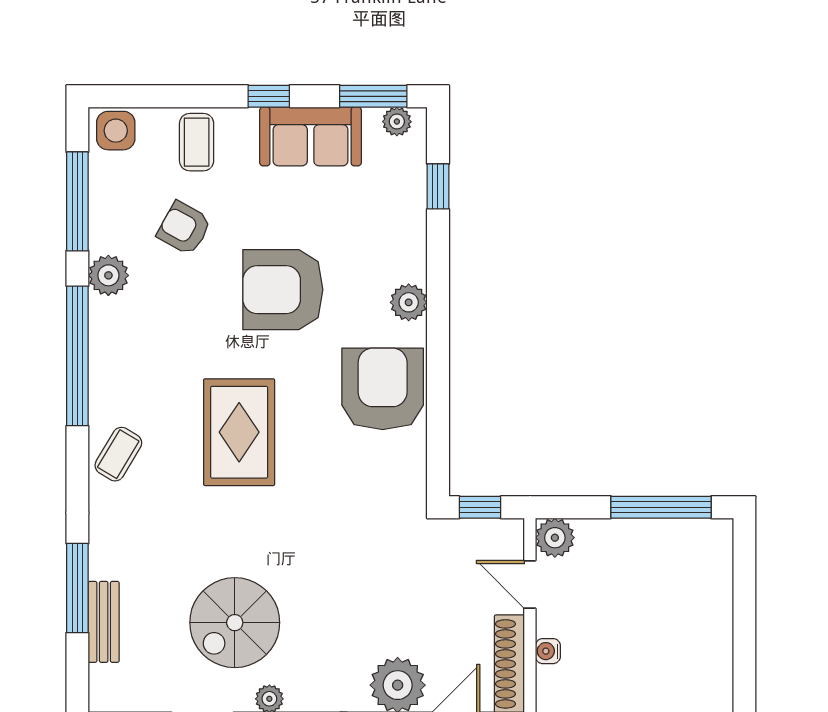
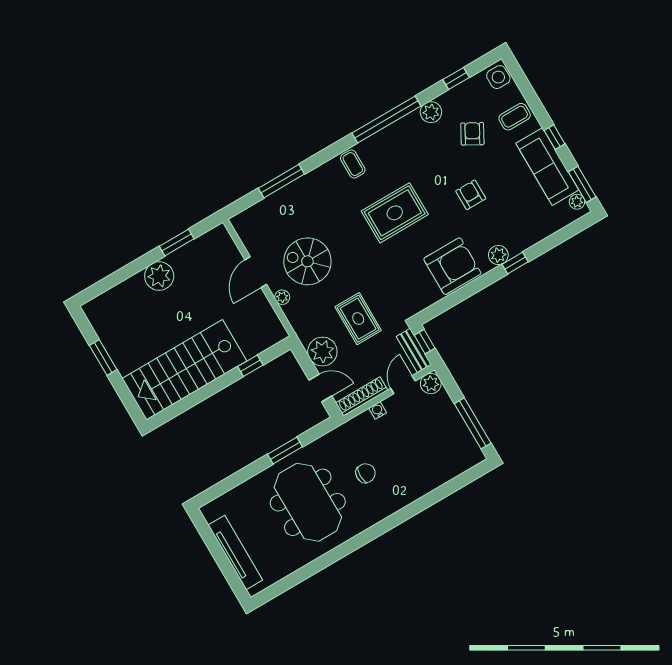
sofa: (311, 136) -> (547, 167), width x1.36
window: (438, 186) -> (515, 263), moved
window: (77, 201) -> (456, 79), width x0.46
armchair: (283, 290) -> (471, 195), width x0.53, depth x0.53
coffee table: (118, 454) -> (353, 164), turned 59
rug: (378, 594) -> (358, 319), added
bench: (104, 622) -> (414, 350), moved, turned 90

